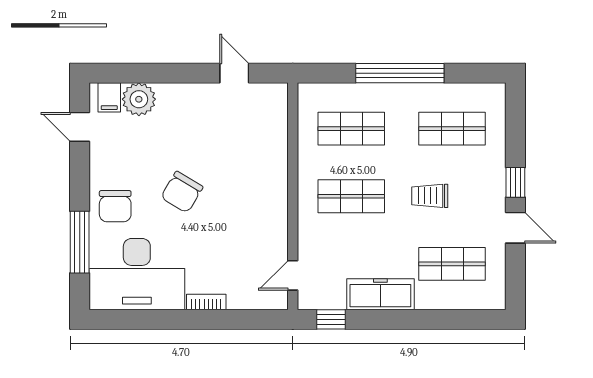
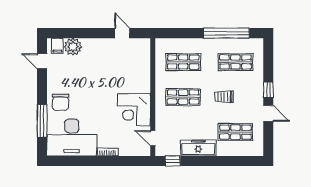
window: (400, 73) -> (226, 33), moved
chair: (182, 192) -> (95, 95), removed
corner desk: (256, 220) -> (134, 110), added
door: (293, 275) -> (153, 138), hinge flipped

